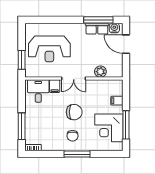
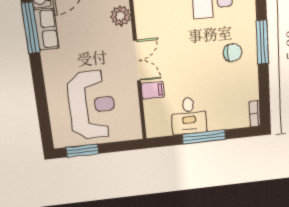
window: (22, 60) -> (82, 151), moved
desk: (38, 91) -> (189, 116), moved, turned -90
chair: (74, 112) -> (193, 54), removed
window: (22, 126) -> (204, 137), moved

